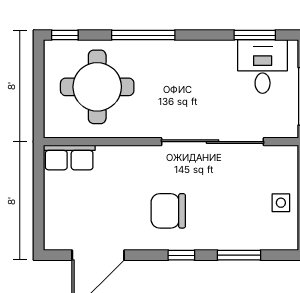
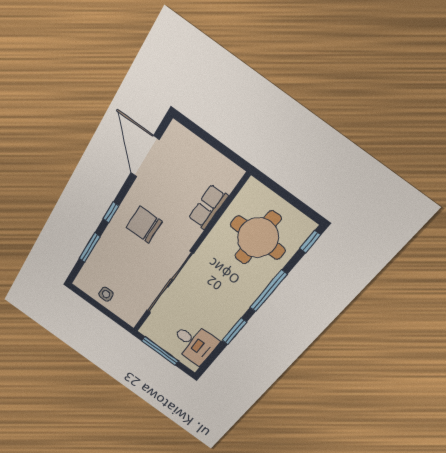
window: (255, 35) -> (234, 331), moved
row of seats: (69, 157) -> (208, 207), moved
chair: (168, 211) -> (144, 225), turned -90

